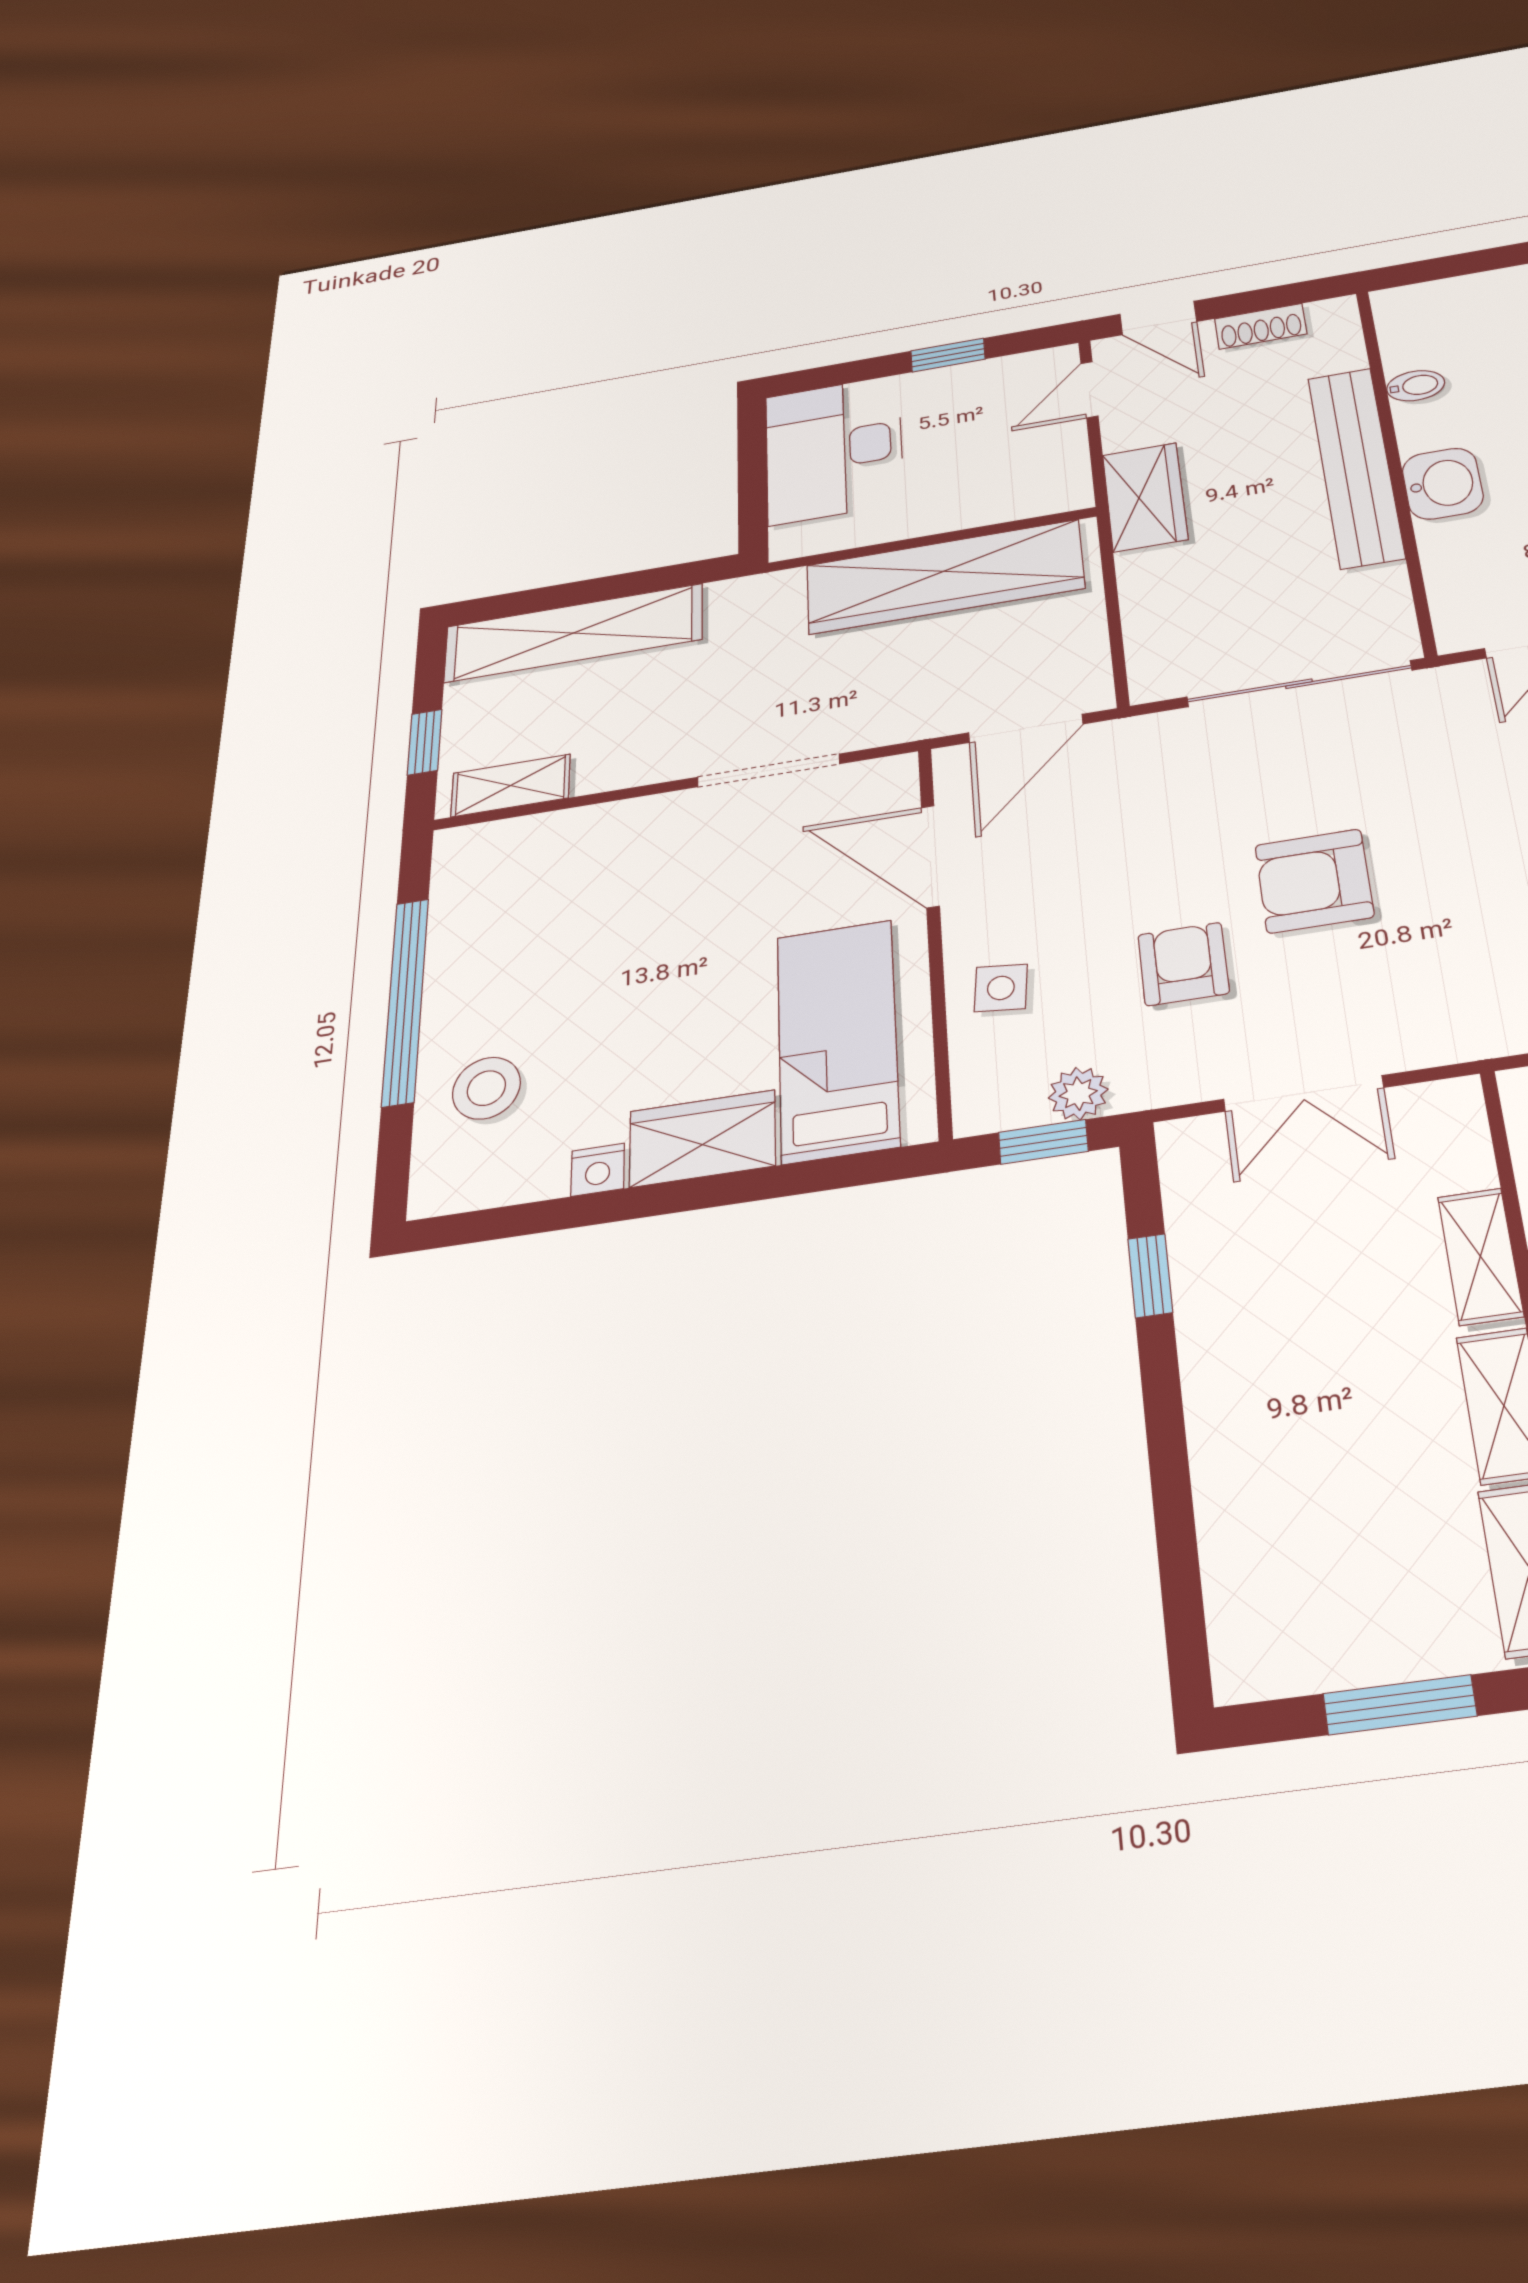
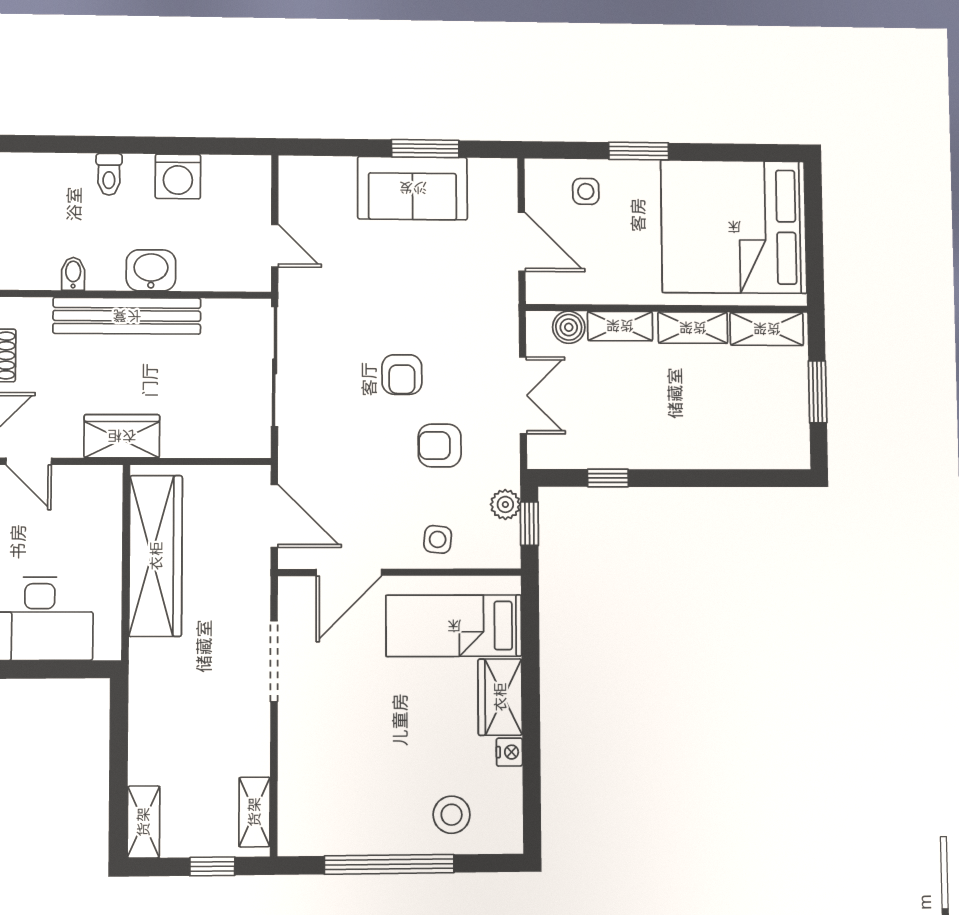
shelving: (573, 633) -> (143, 822), width x0.45, depth x0.75
armchair: (1314, 881) -> (402, 375), width x0.72, depth x0.72
boiler: (1460, 1158) -> (569, 327), added

